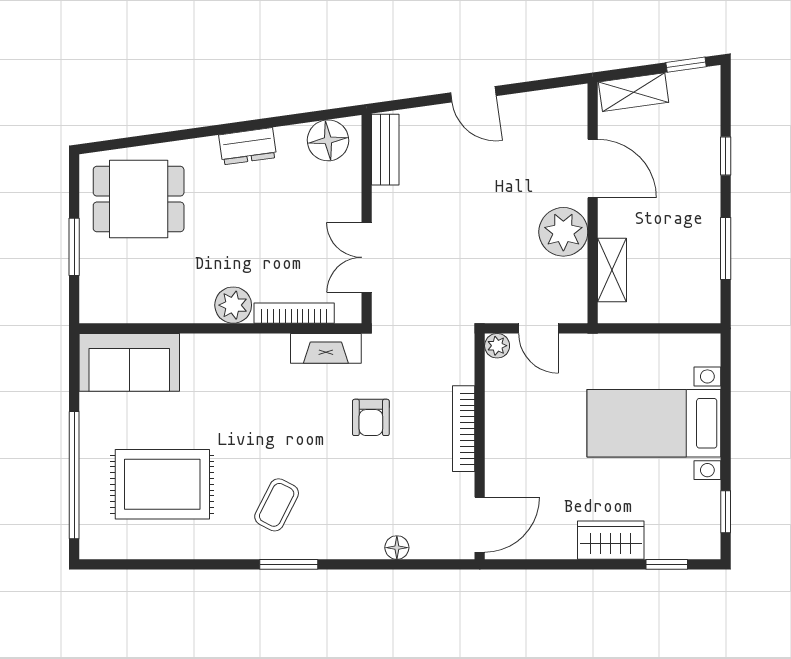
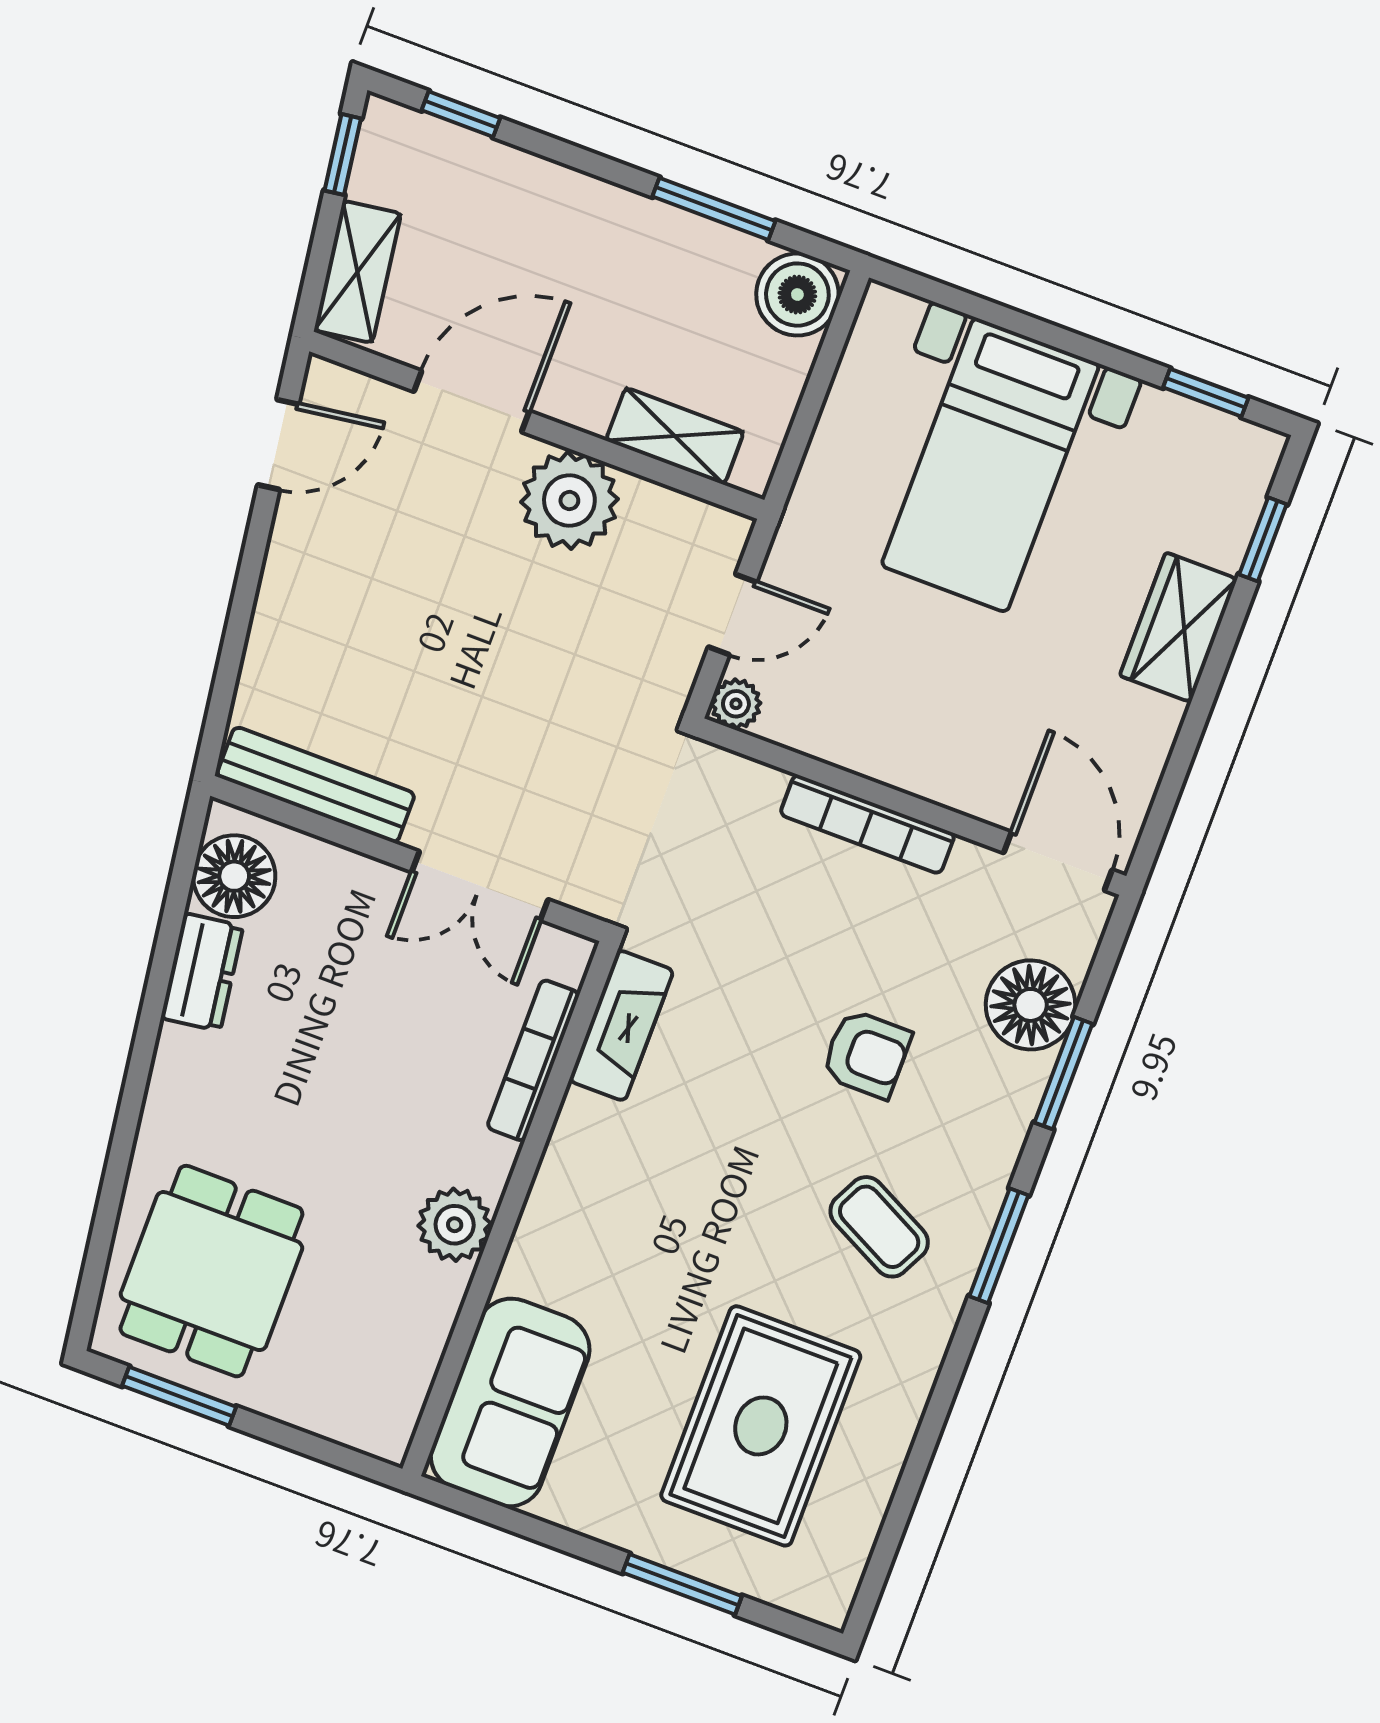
door: (473, 94) -> (278, 444), moved
dresser: (248, 146) -> (202, 972), moved
bench: (385, 150) -> (316, 785), width x1.36
window: (726, 156) -> (461, 114), moved
window: (74, 247) -> (179, 1396), moved
boiler: (700, 303) -> (797, 295), added
plant: (233, 305) -> (455, 1225), moved
armchair: (371, 417) -> (866, 1054), moved
window: (74, 475) -> (682, 1584), width x0.47
floor lamp: (397, 548) -> (1031, 1005), width x1.89, depth x1.89
window: (381, 564) -> (1063, 1073), added

